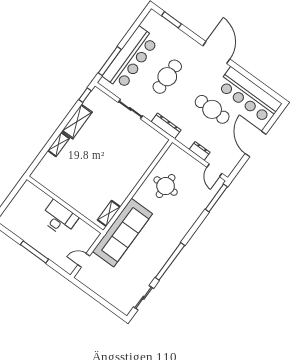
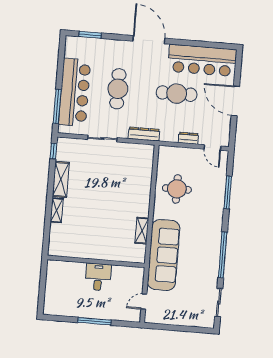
window: (216, 198) -> (228, 192), moved
shelving: (109, 213) -> (142, 231), moved
desk: (59, 218) -> (98, 277), width x0.73

